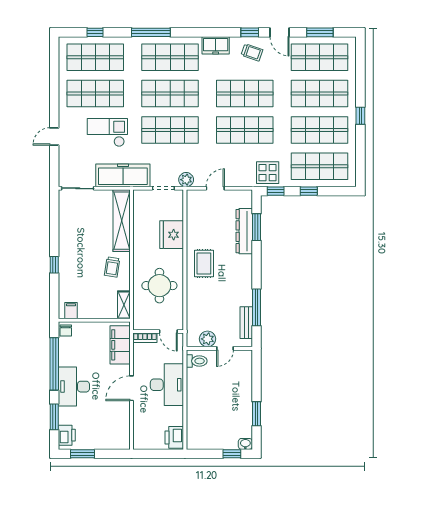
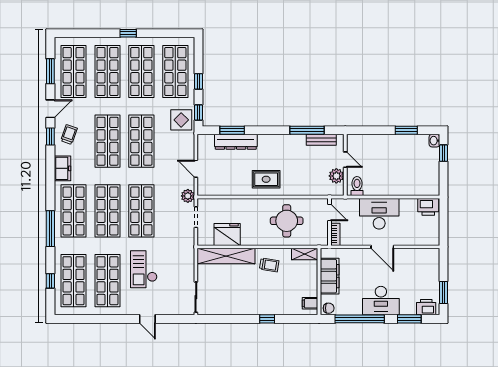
freezer: (123, 175) -> (184, 255), removed
fridge: (172, 235) -> (227, 234), moved, turned 180
door: (168, 332) -> (330, 212), hinge flipped
filing cabinet: (120, 345) -> (330, 276), moved, turned -90

